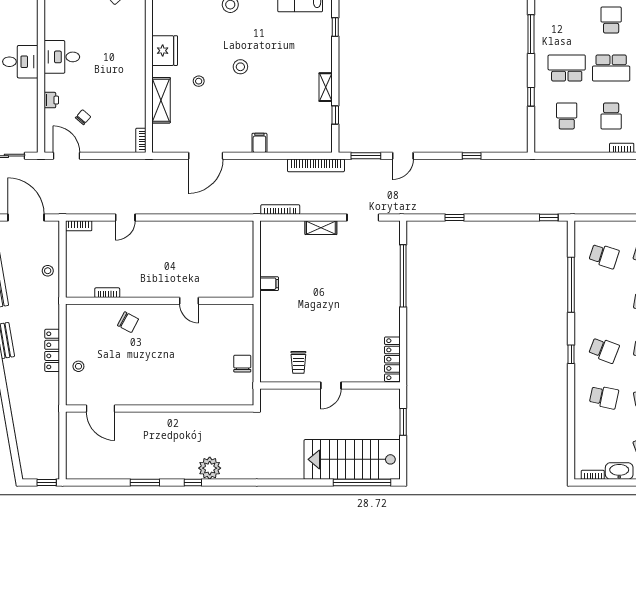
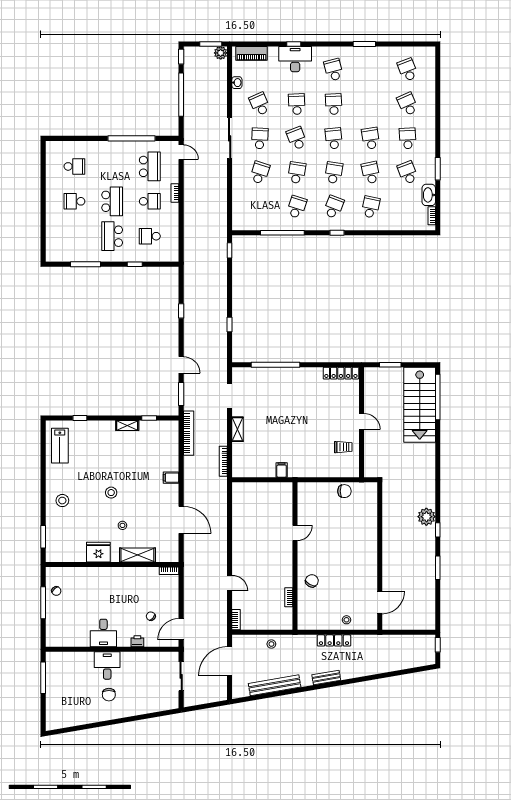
school desk: (604, 256) -> (297, 207), moved
chair: (242, 364) -> (344, 491), turned 180

